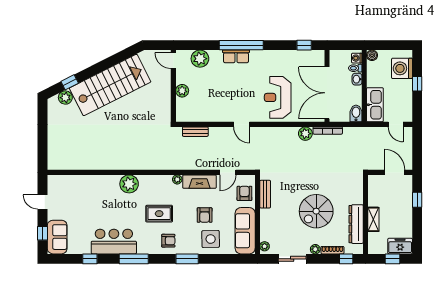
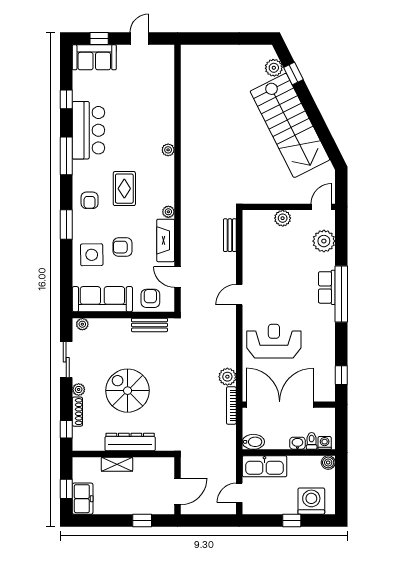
plant: (129, 184) -> (168, 150), width x0.53, depth x0.53
armchair: (244, 193) -> (150, 298), turned -90
dresser: (356, 224) -> (130, 442), moved

